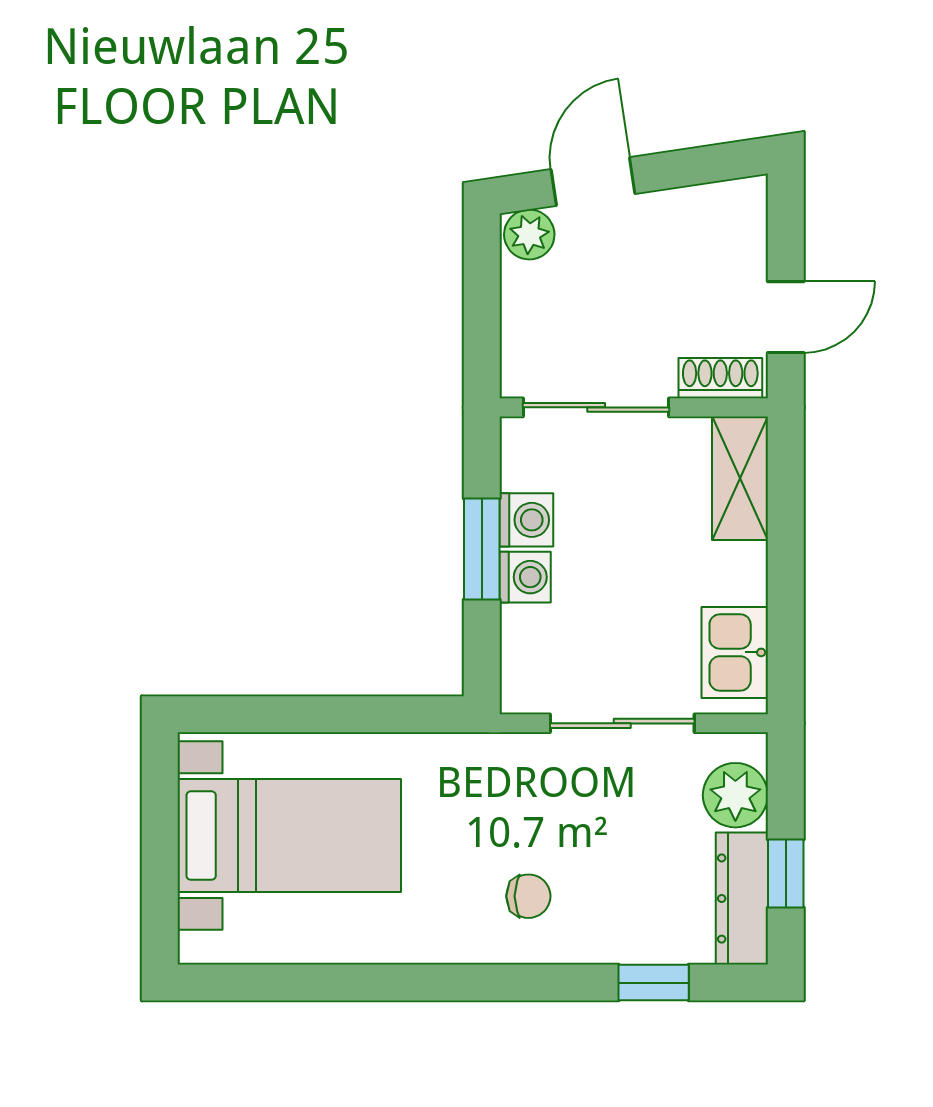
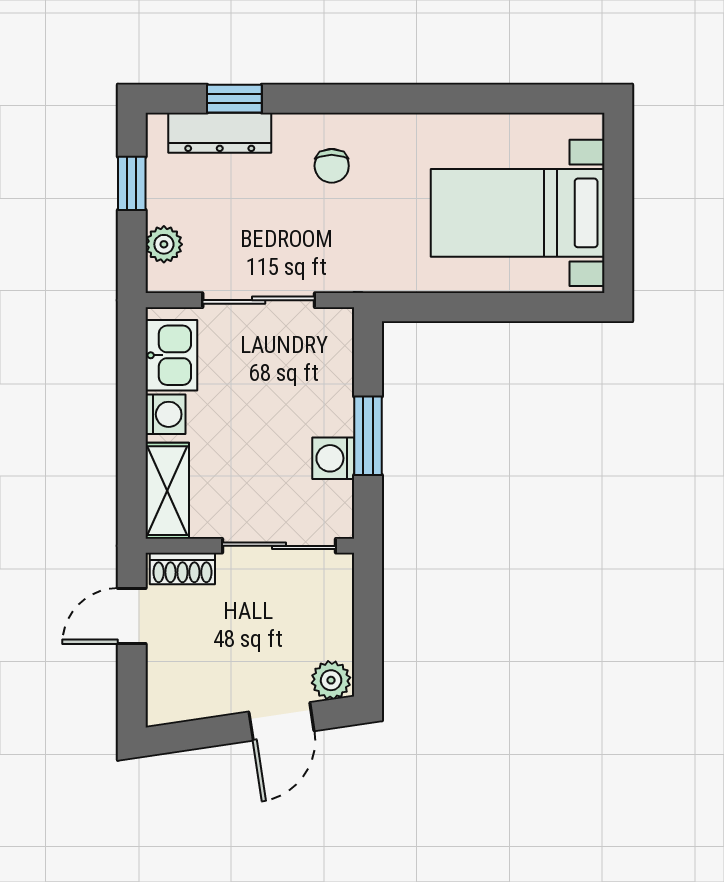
washing machine: (525, 577) -> (165, 414), moved, turned 180
plant: (735, 795) -> (164, 244), width x0.73, depth x0.73
chair: (528, 896) -> (332, 166), turned -90
dresser: (742, 899) -> (220, 133), moved, turned 90

